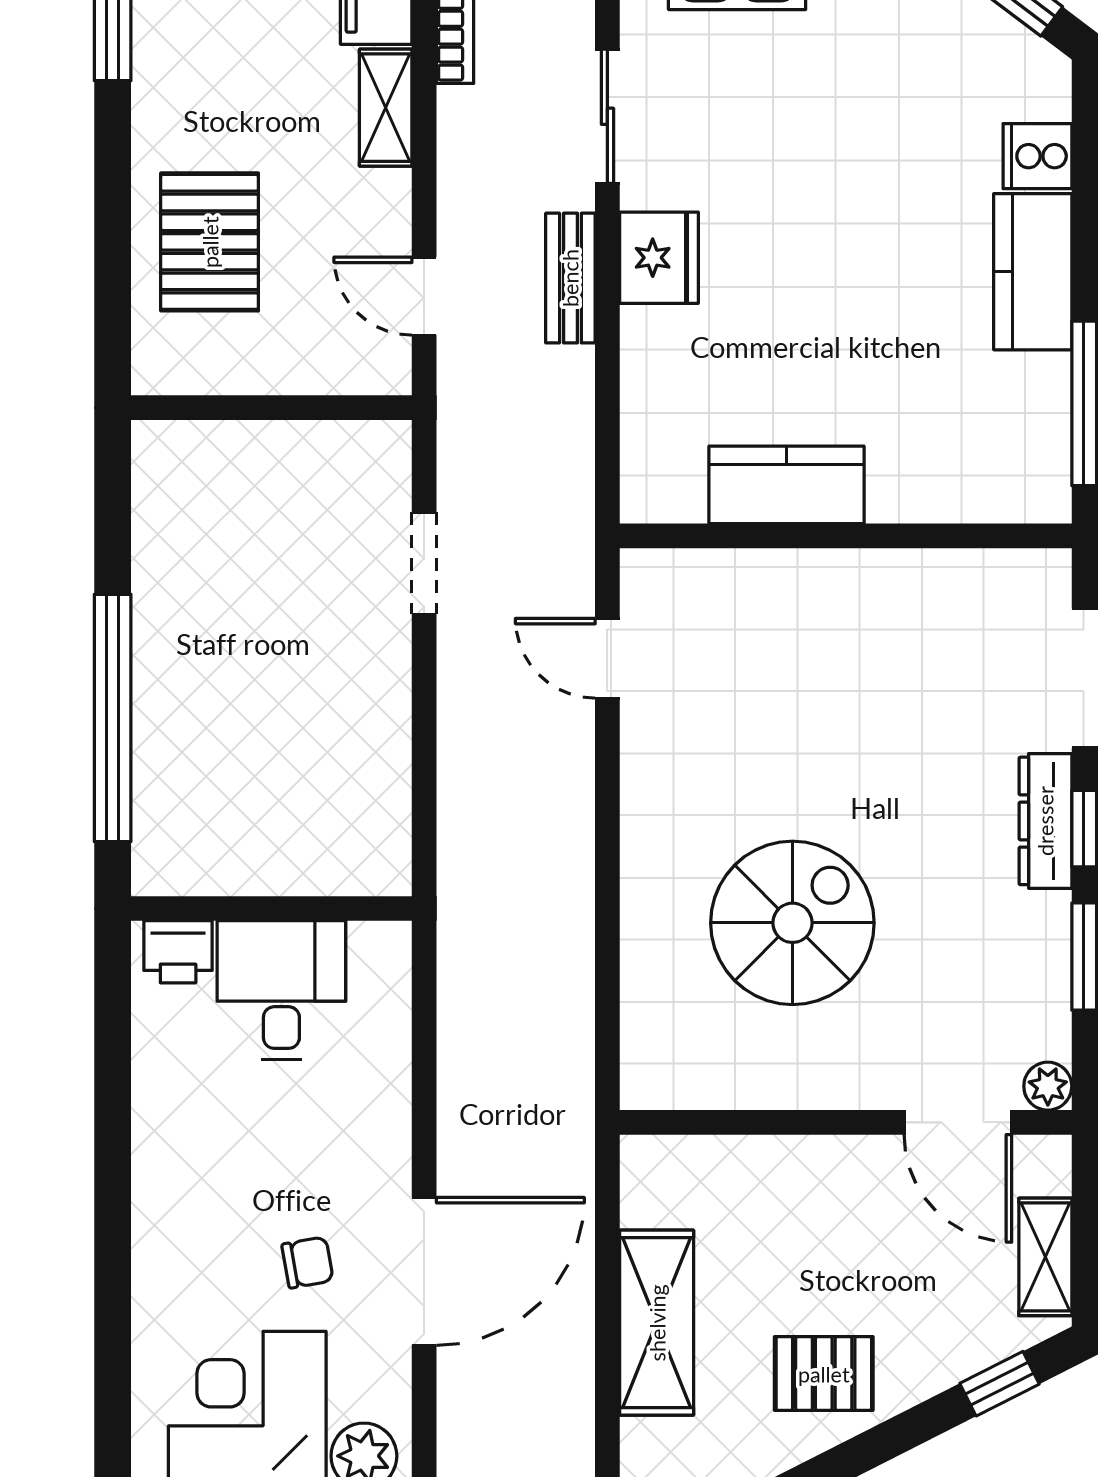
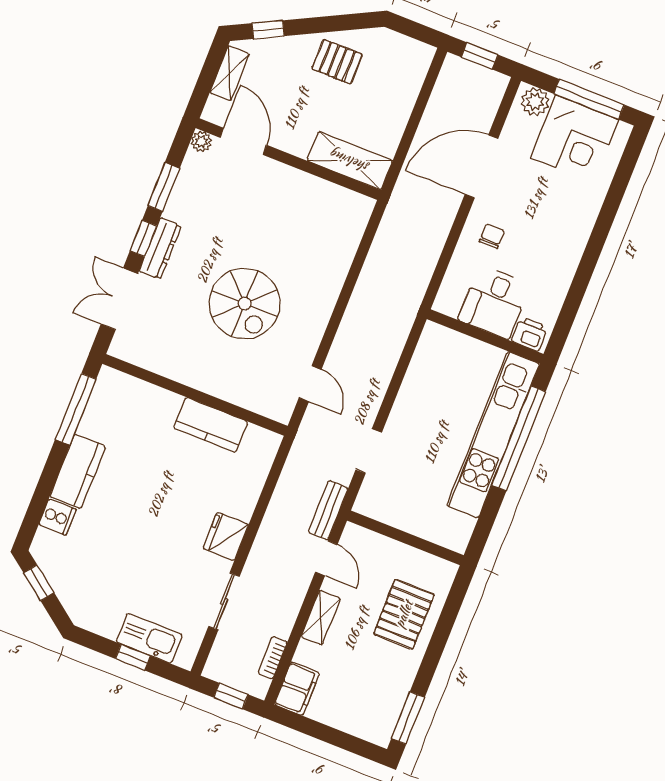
shelving: (386, 108) -> (321, 618), moved
bench: (570, 278) -> (328, 510), moved
kitchen unit: (171, 704) -> (493, 435), added
spiral stairs: (792, 923) -> (245, 304), moved, turned -90
chair: (308, 1262) -> (492, 236), moved, turned 100
shelving: (657, 1323) -> (350, 161), moved, turned 90

